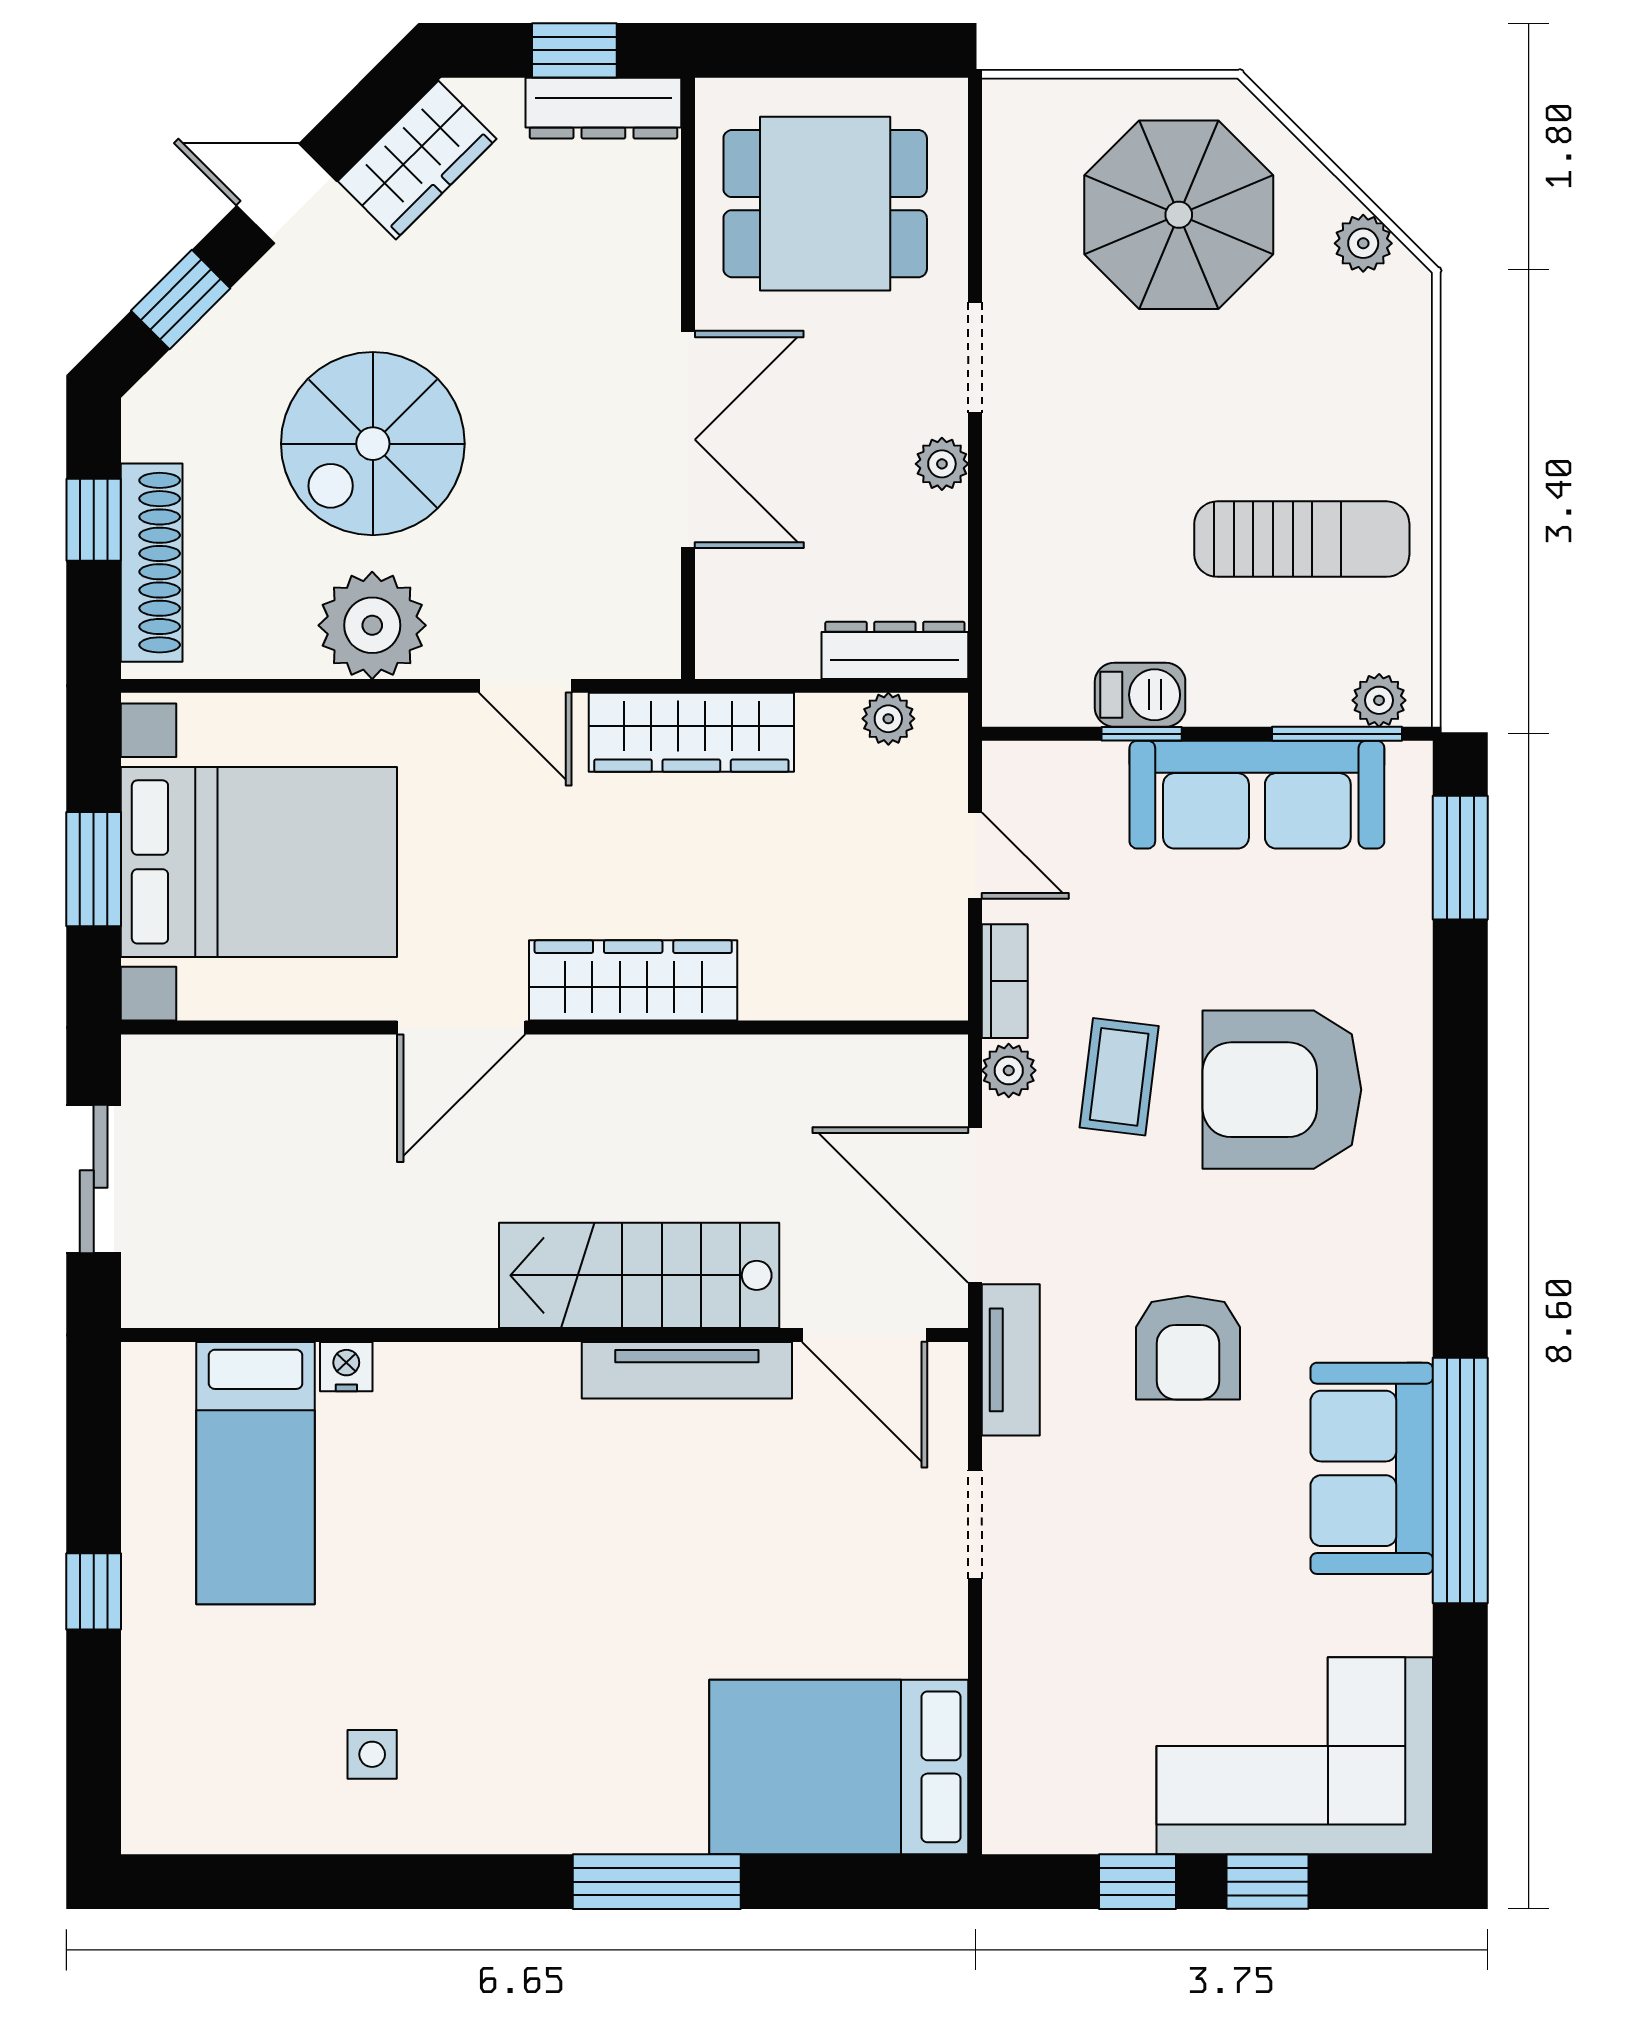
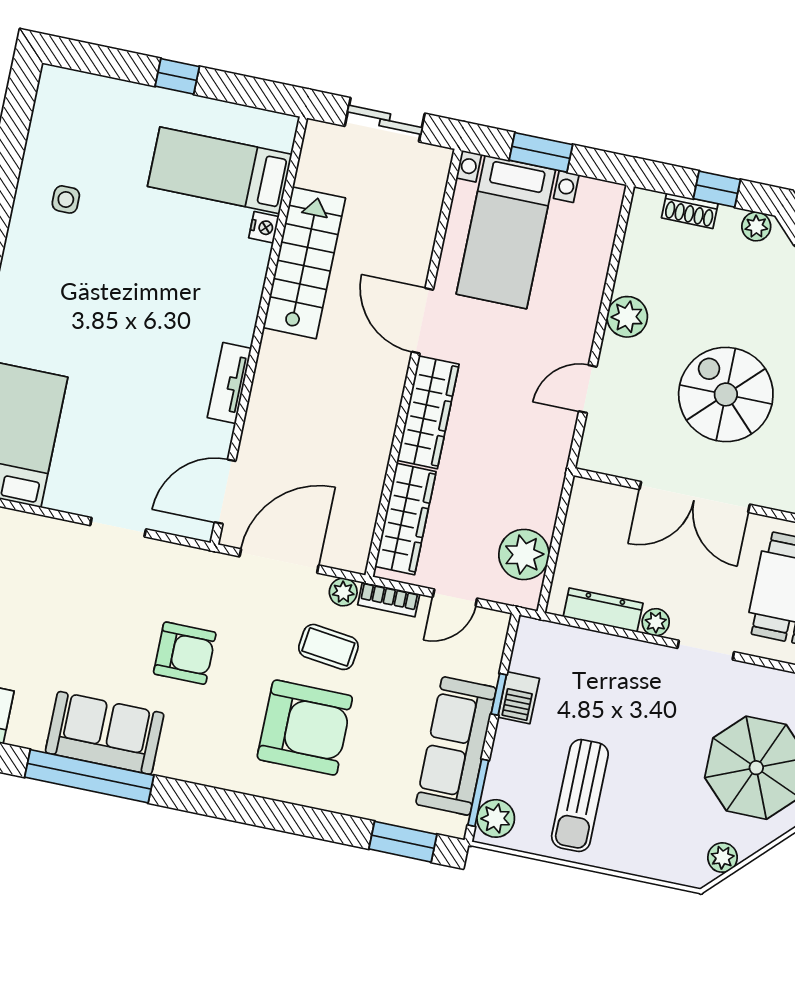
plant: (149, 430) -> (756, 226), added
spiral stairs: (373, 444) -> (726, 394), moved
shoe rack: (152, 563) -> (690, 211), width x0.51, depth x0.81
plant: (372, 625) -> (627, 317), width x0.73, depth x0.73
dresser: (895, 650) -> (603, 610), moved, turned -90
plant: (1379, 700) -> (496, 818), width x1.38, depth x1.38
plant: (888, 719) -> (524, 554), width x1.88, depth x1.88
wardrobe: (691, 732) -> (405, 519), moved, turned 180
bed with nightstands: (259, 862) -> (506, 232), width x0.73
armchair: (1282, 1090) -> (305, 728), turned 90
stairs: (639, 1275) -> (304, 263), moved
armchair: (1188, 1348) -> (185, 653), turned 180
tv unit: (1011, 1360) -> (197, 563), removed
tv unit: (687, 1370) -> (229, 383), width x0.71

